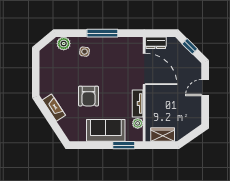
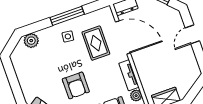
side table: (85, 52) -> (68, 36), moved
rug: (119, 66) -> (96, 43), added

